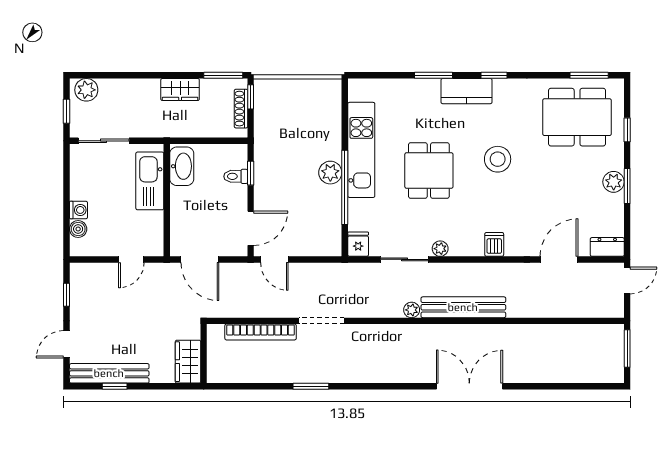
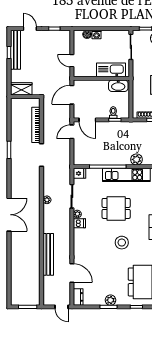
plant: (330, 173) -> (137, 159), moved
dishwasher: (494, 244) -> (79, 223), moved
bench: (463, 307) -> (48, 254), moved
double door: (469, 386) -> (9, 215), moved

